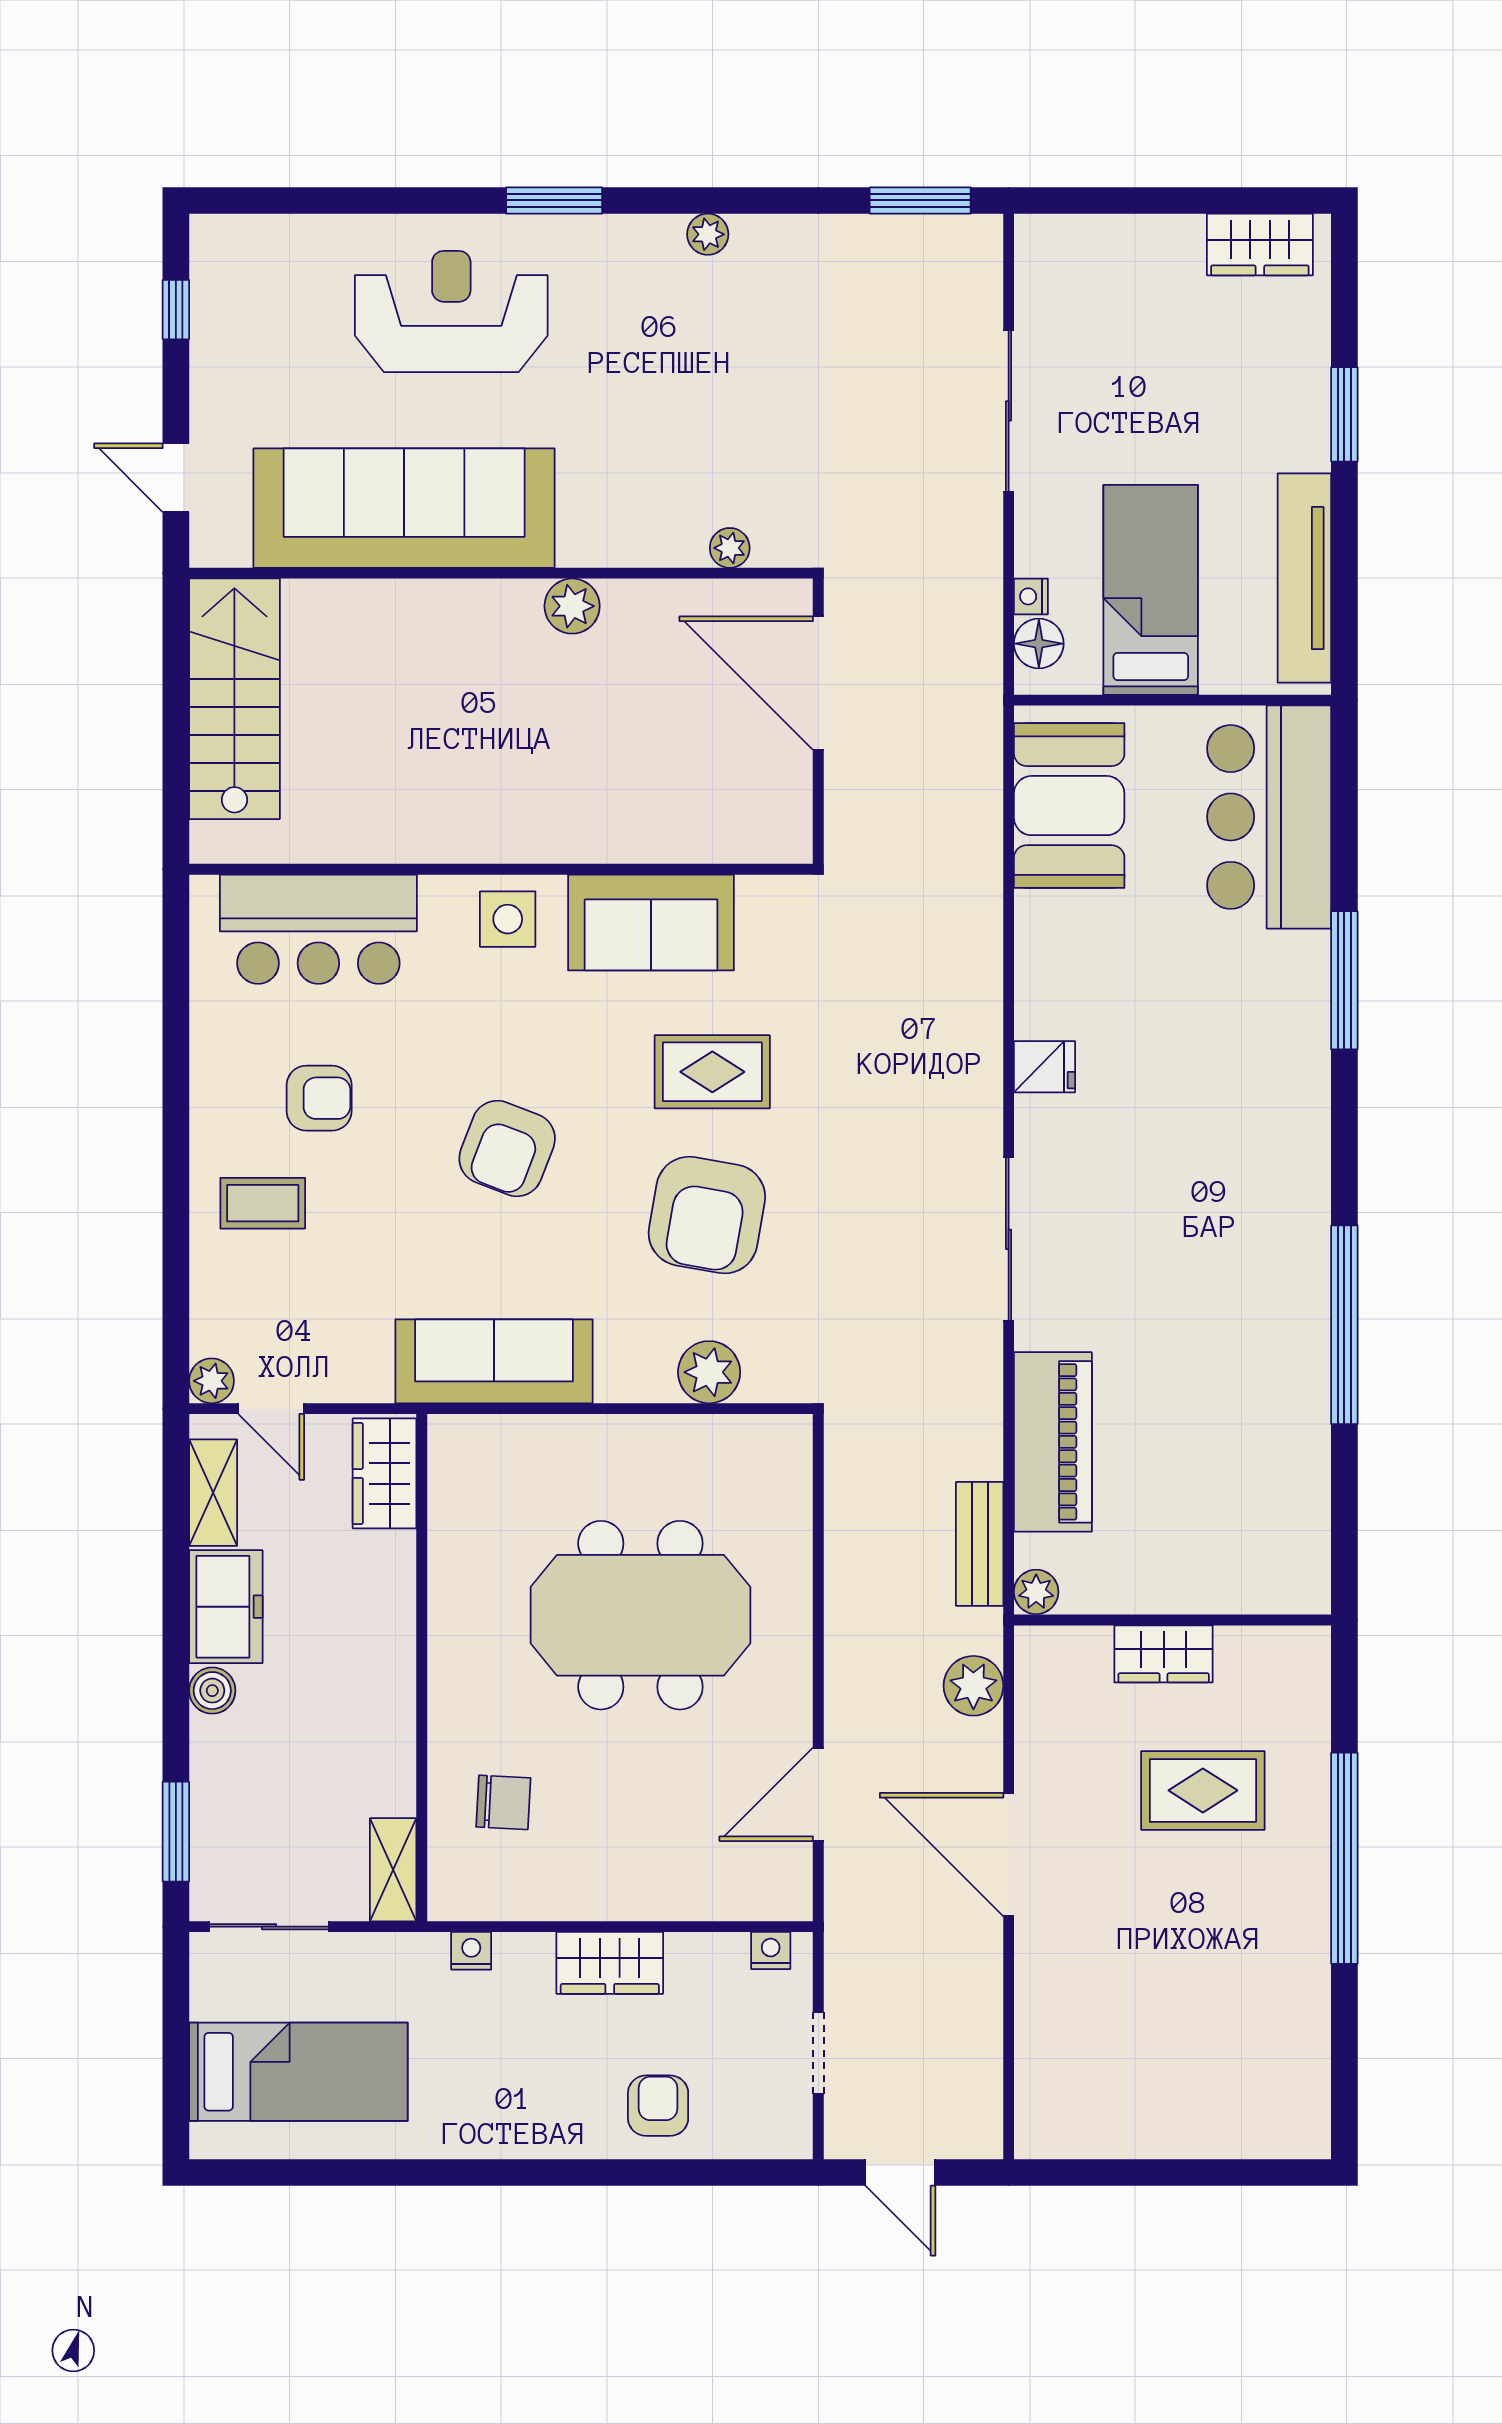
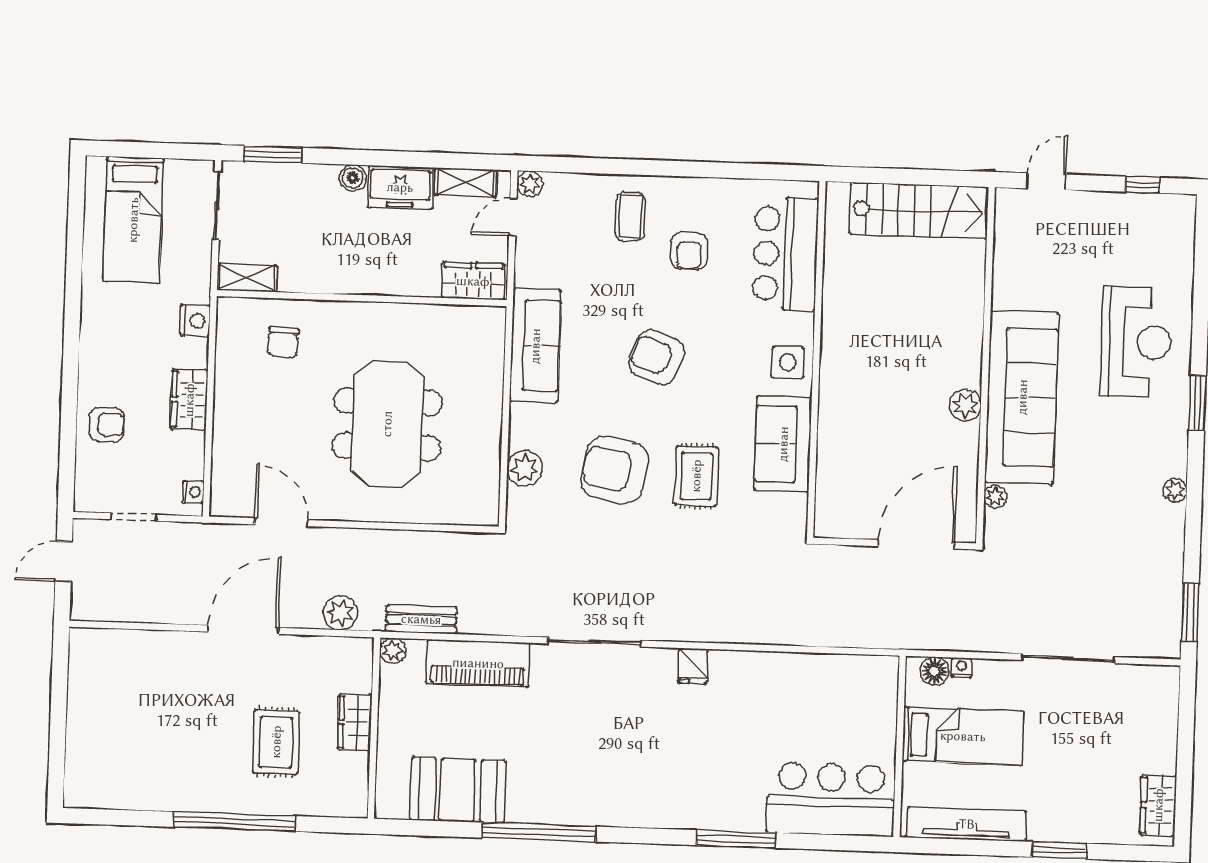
sofa: (404, 508) -> (1022, 397), moved
booth: (1069, 806) -> (458, 790), moved
nightstand: (471, 1951) -> (195, 321), width x1.39, depth x1.35

